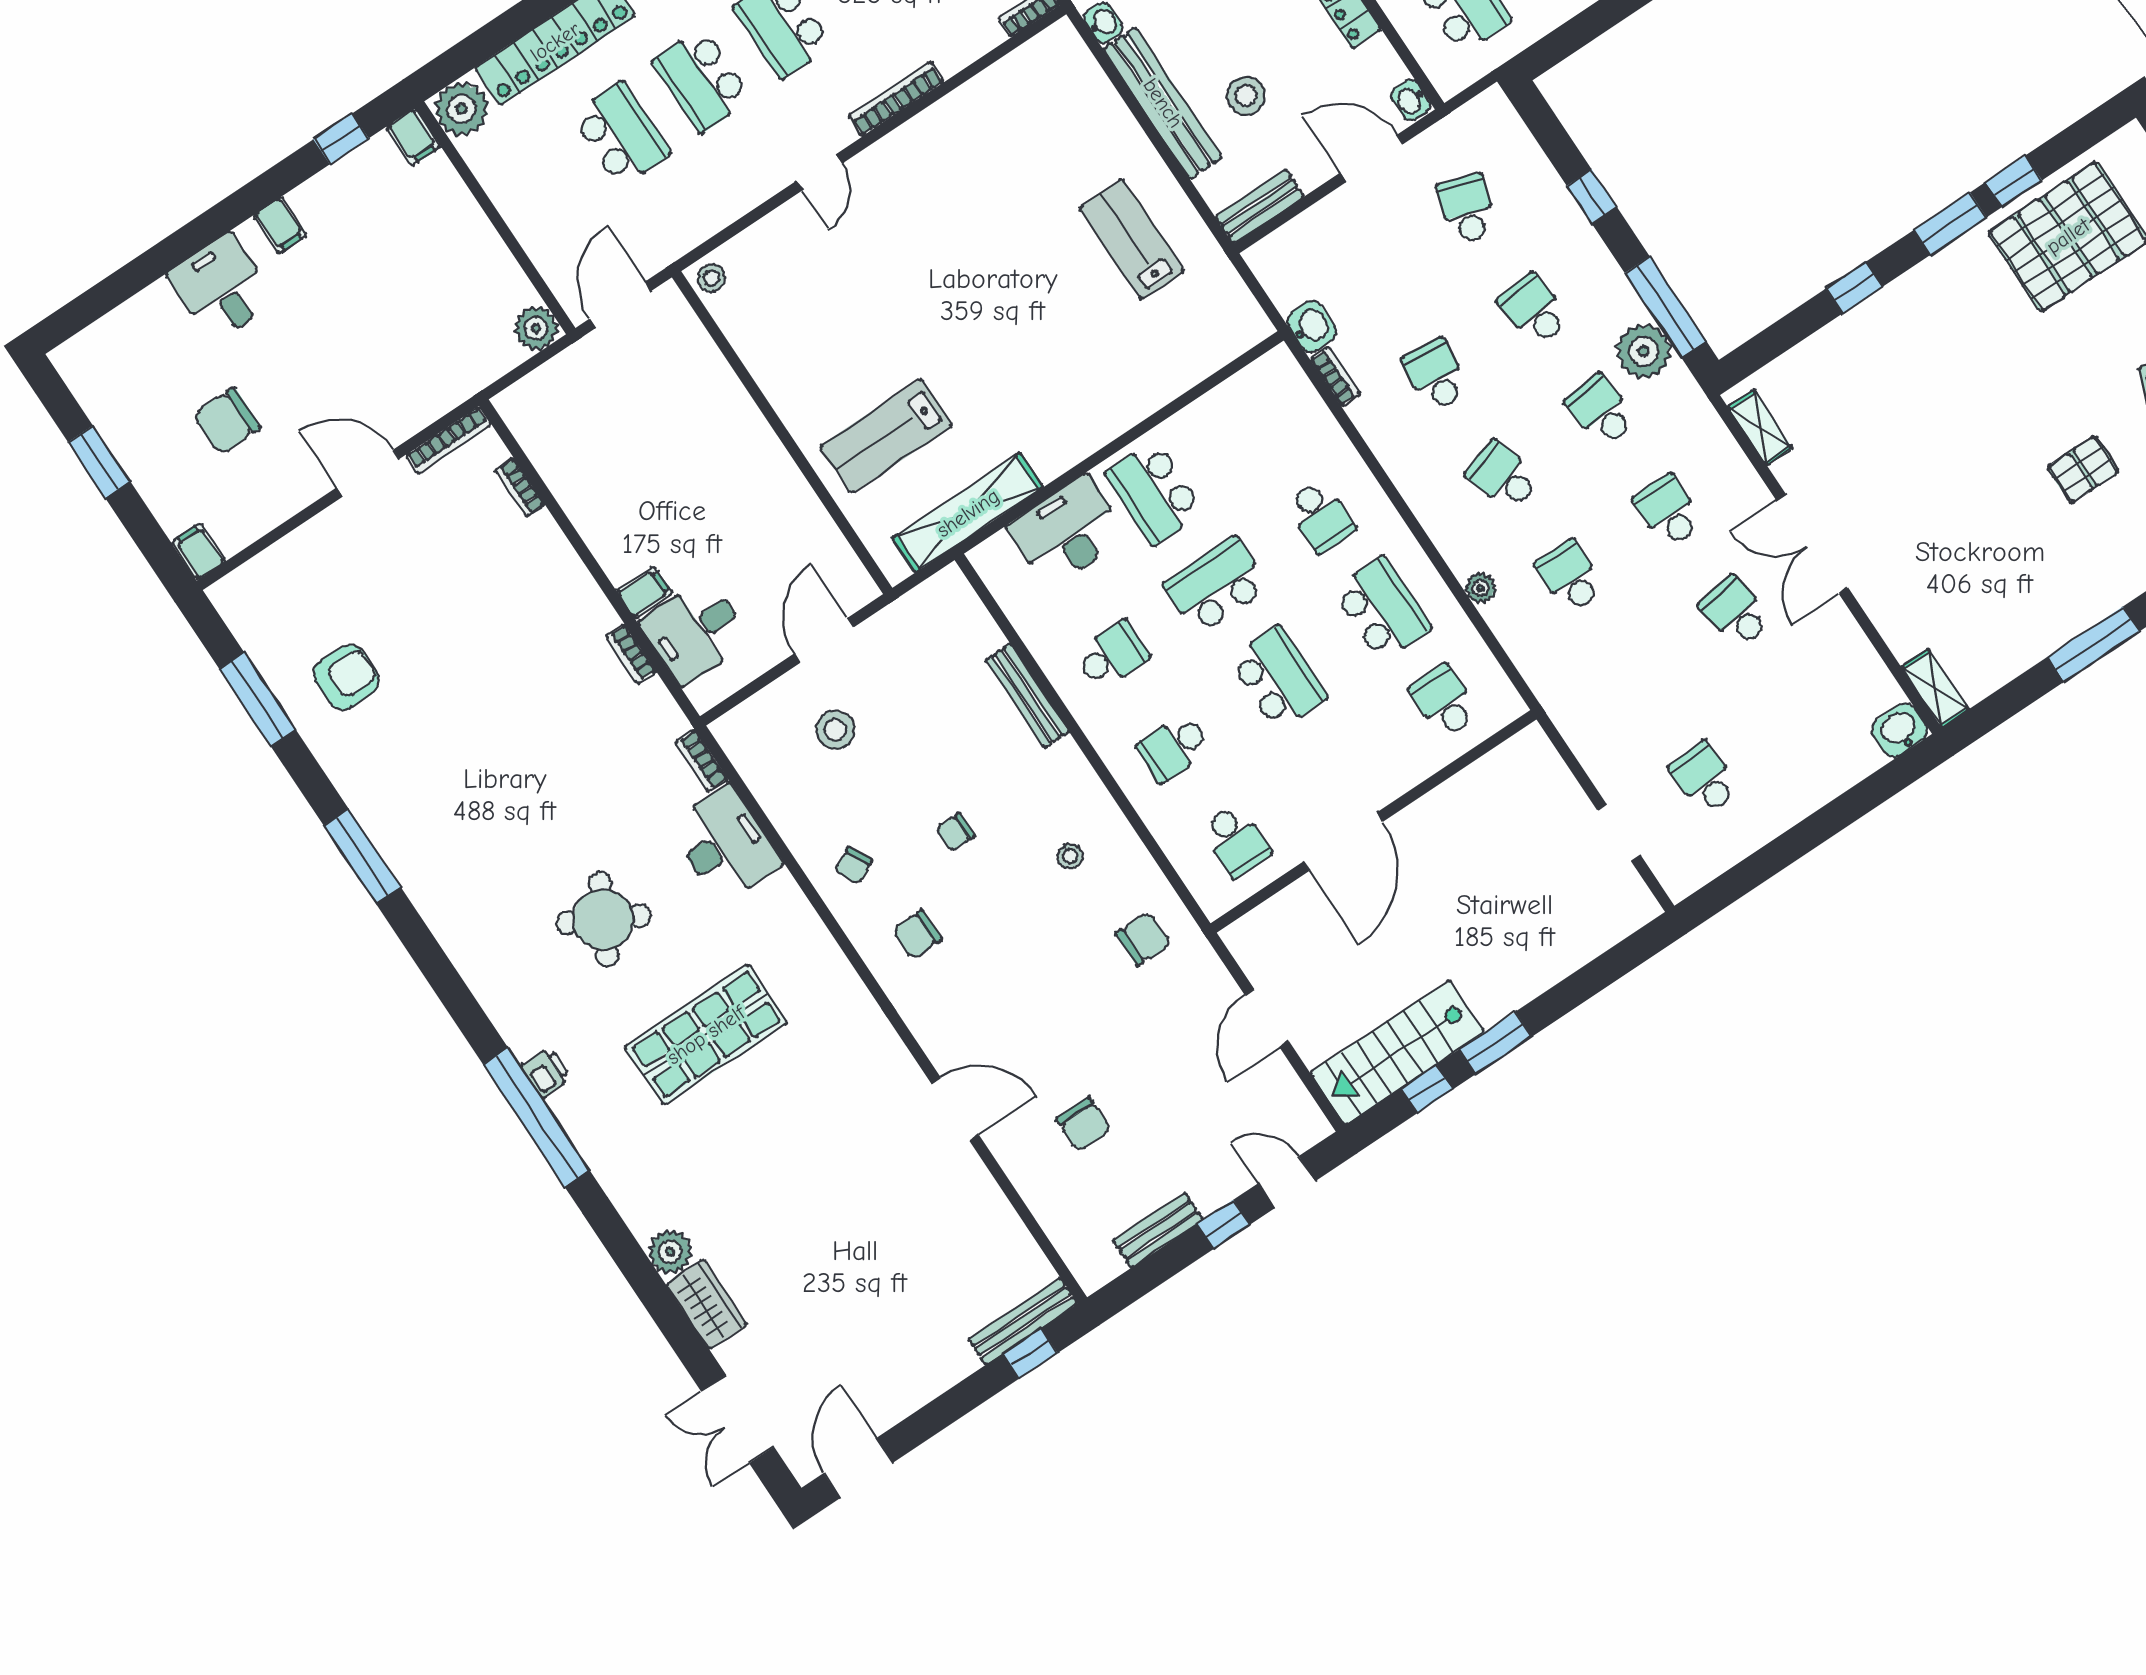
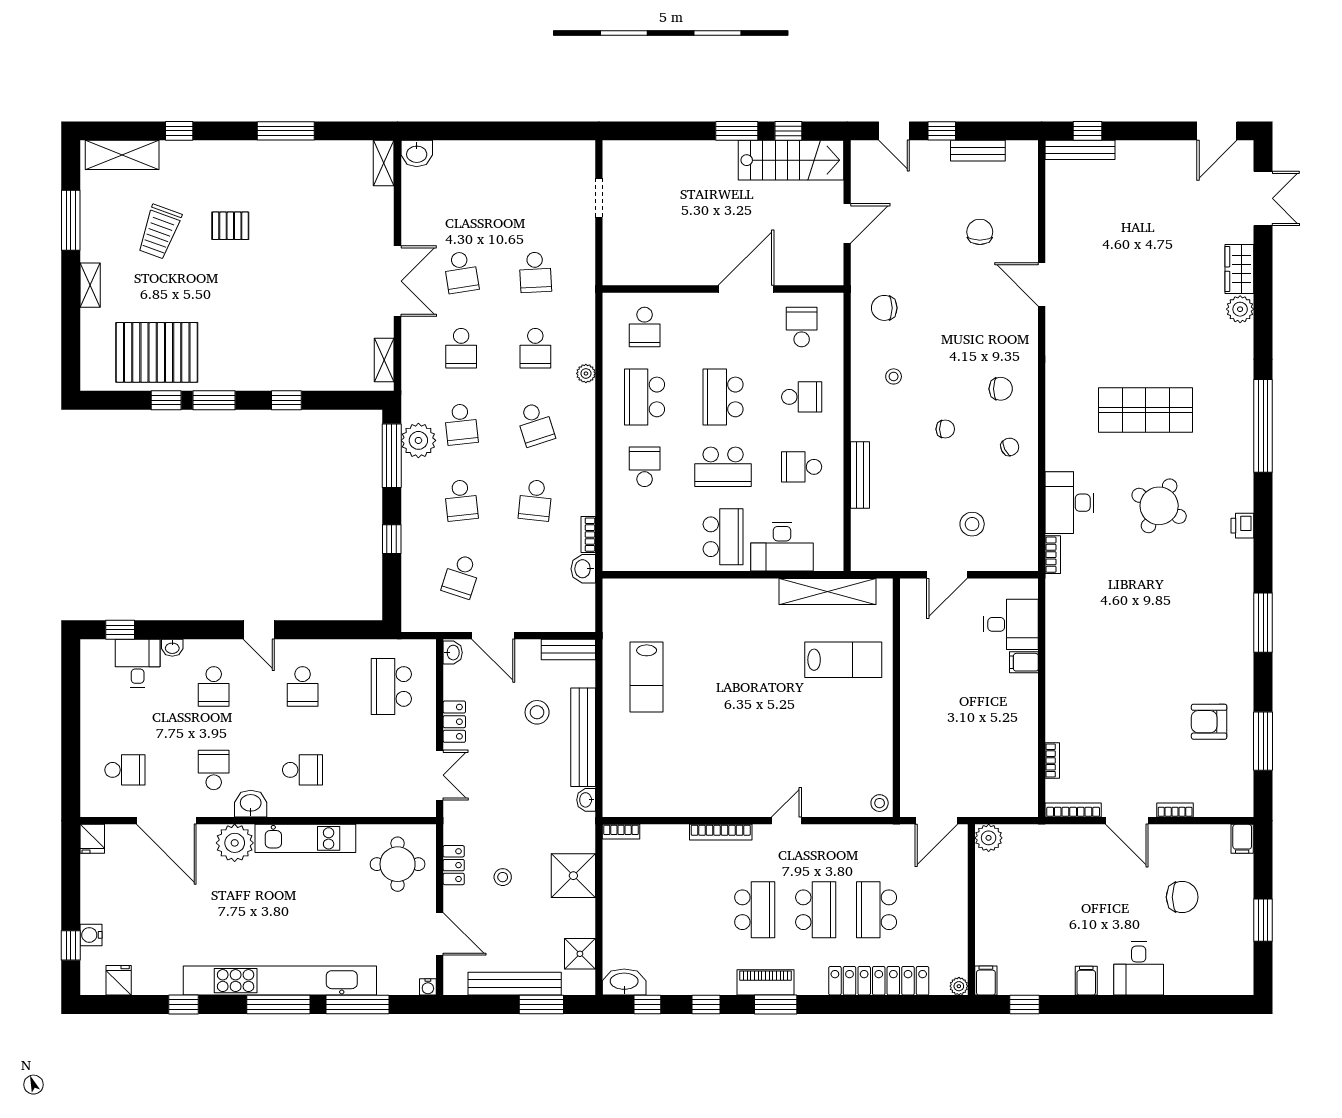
plant: (462, 109) -> (959, 986), width x0.53, depth x0.53
bookcase: (631, 654) -> (1175, 810), moved, turned -90
school desk: (1705, 778) -> (535, 272), moved
printer: (546, 1073) -> (1242, 526), moved

